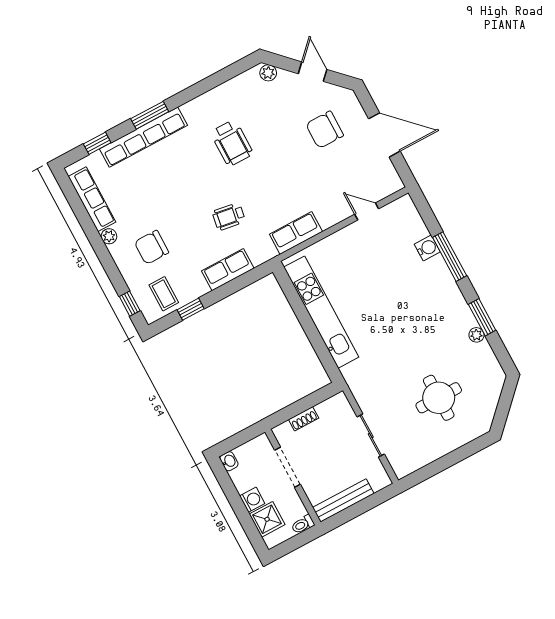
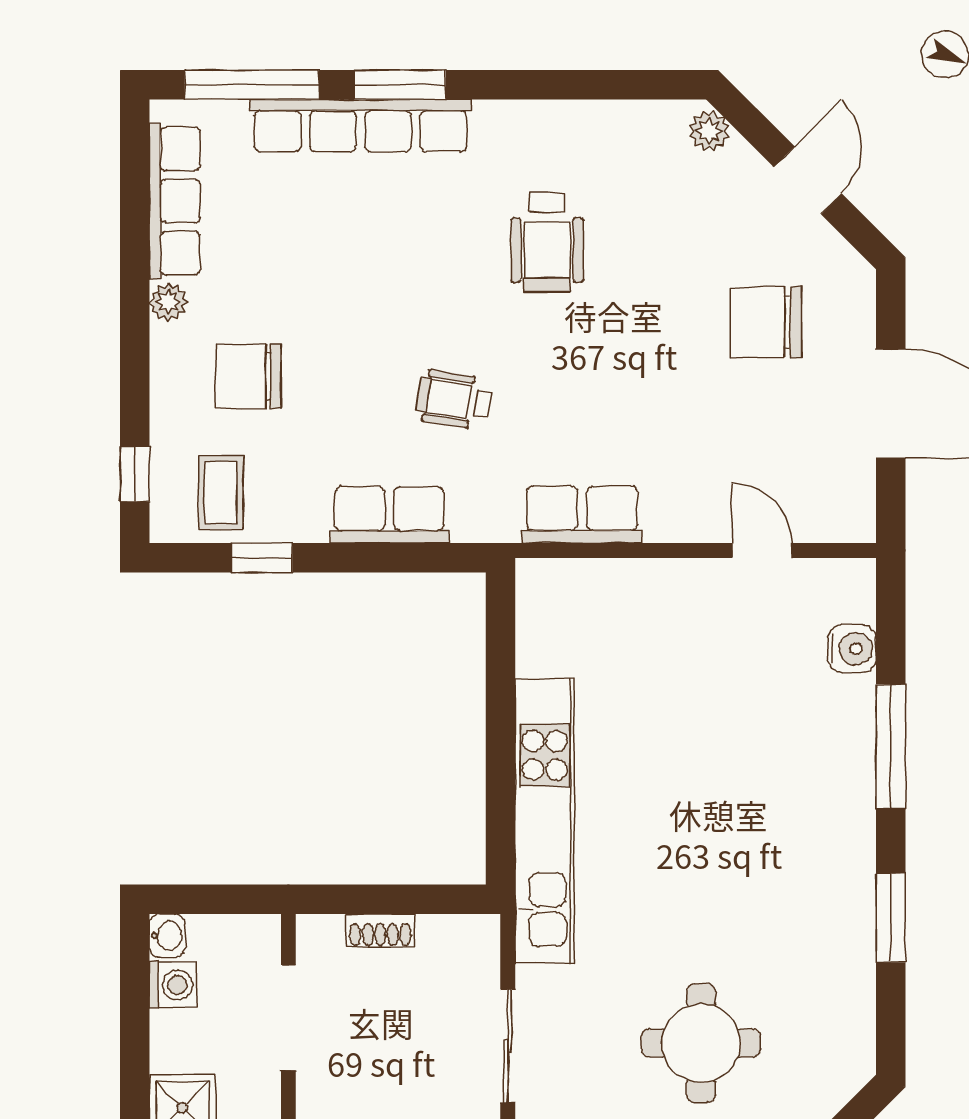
window: (97, 143) -> (252, 85), width x2.17
water cooler: (427, 248) -> (852, 649), moved
kitchen unit: (321, 312) -> (545, 821), moved
plant: (476, 335) -> (858, 950), removed
washing machine: (252, 500) -> (173, 985), moved

